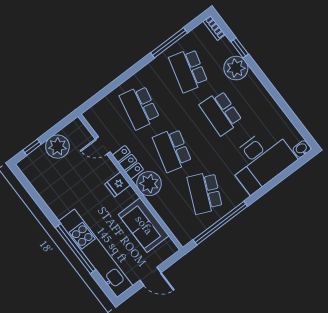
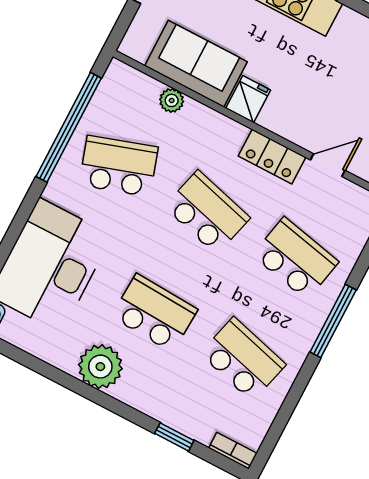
window: (169, 43) -> (333, 321), moved
plant: (236, 68) -> (100, 367), moved
fridge: (118, 184) -> (248, 99), moved
plant: (149, 184) -> (172, 100), moved, width x0.53, depth x0.53
school desk: (205, 193) -> (119, 166), turned -42

